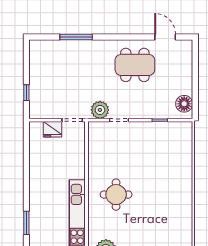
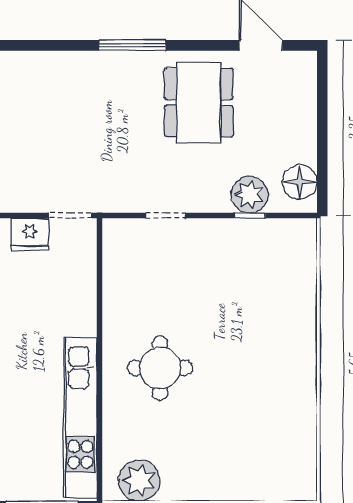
window: (76, 37) -> (132, 45), moved
dining table: (135, 65) -> (199, 103), turned 90
plant: (100, 110) -> (250, 195), moved

